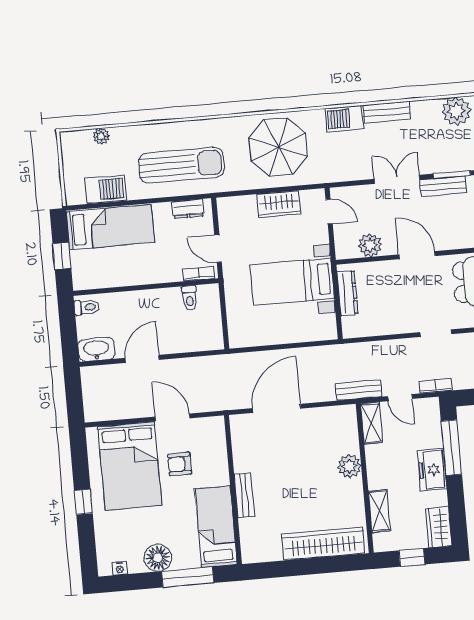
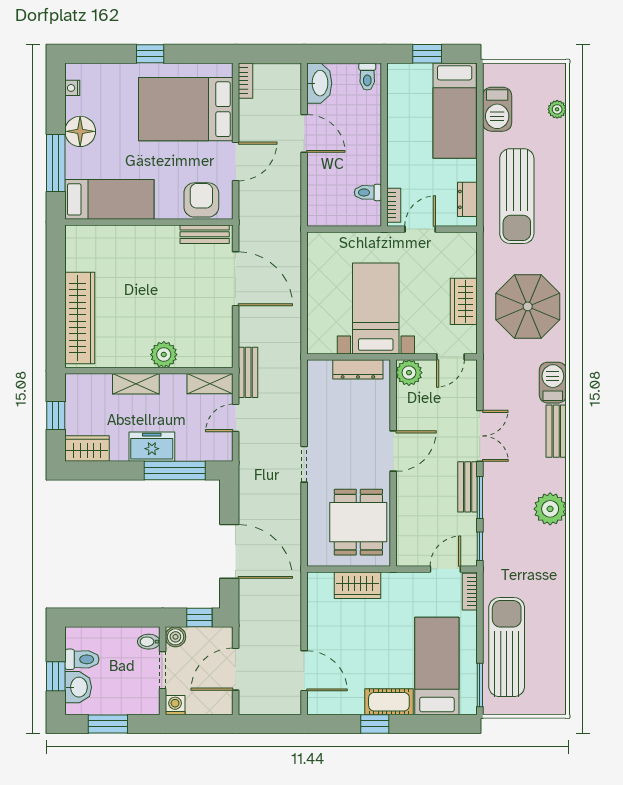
plant: (370, 245) -> (409, 373), moved
bookcase: (435, 386) -> (246, 81), moved
armchair: (180, 464) -> (201, 200), moved, width x1.38, depth x1.38
bench: (244, 495) -> (205, 234), moved
shelving: (379, 511) -> (136, 384), moved

